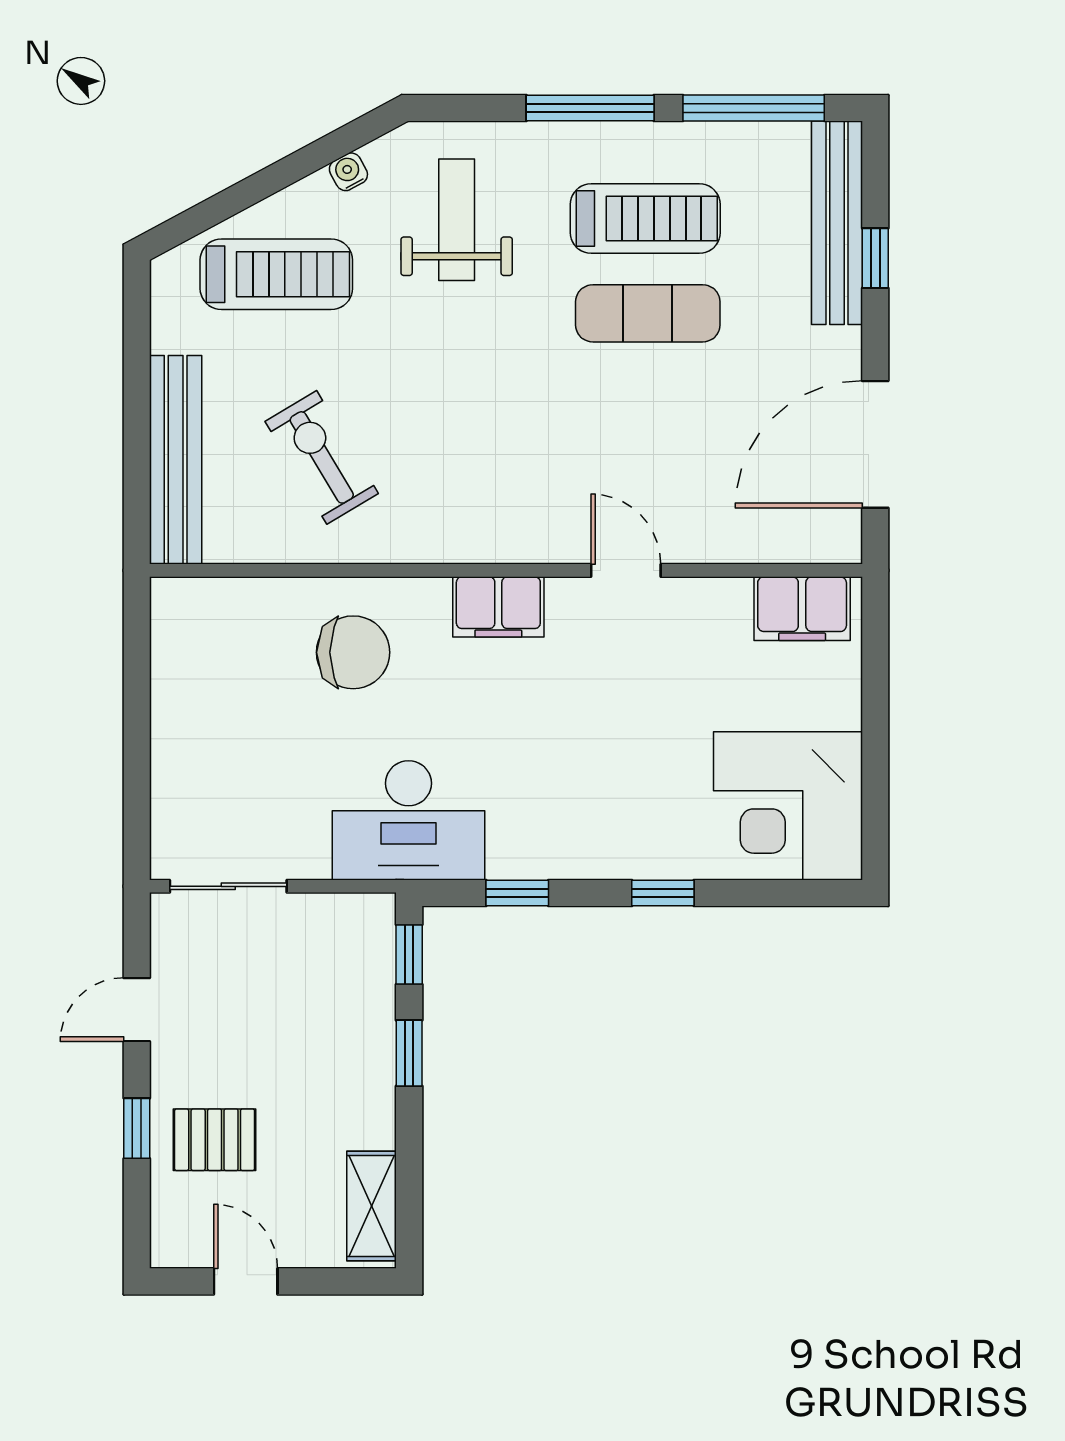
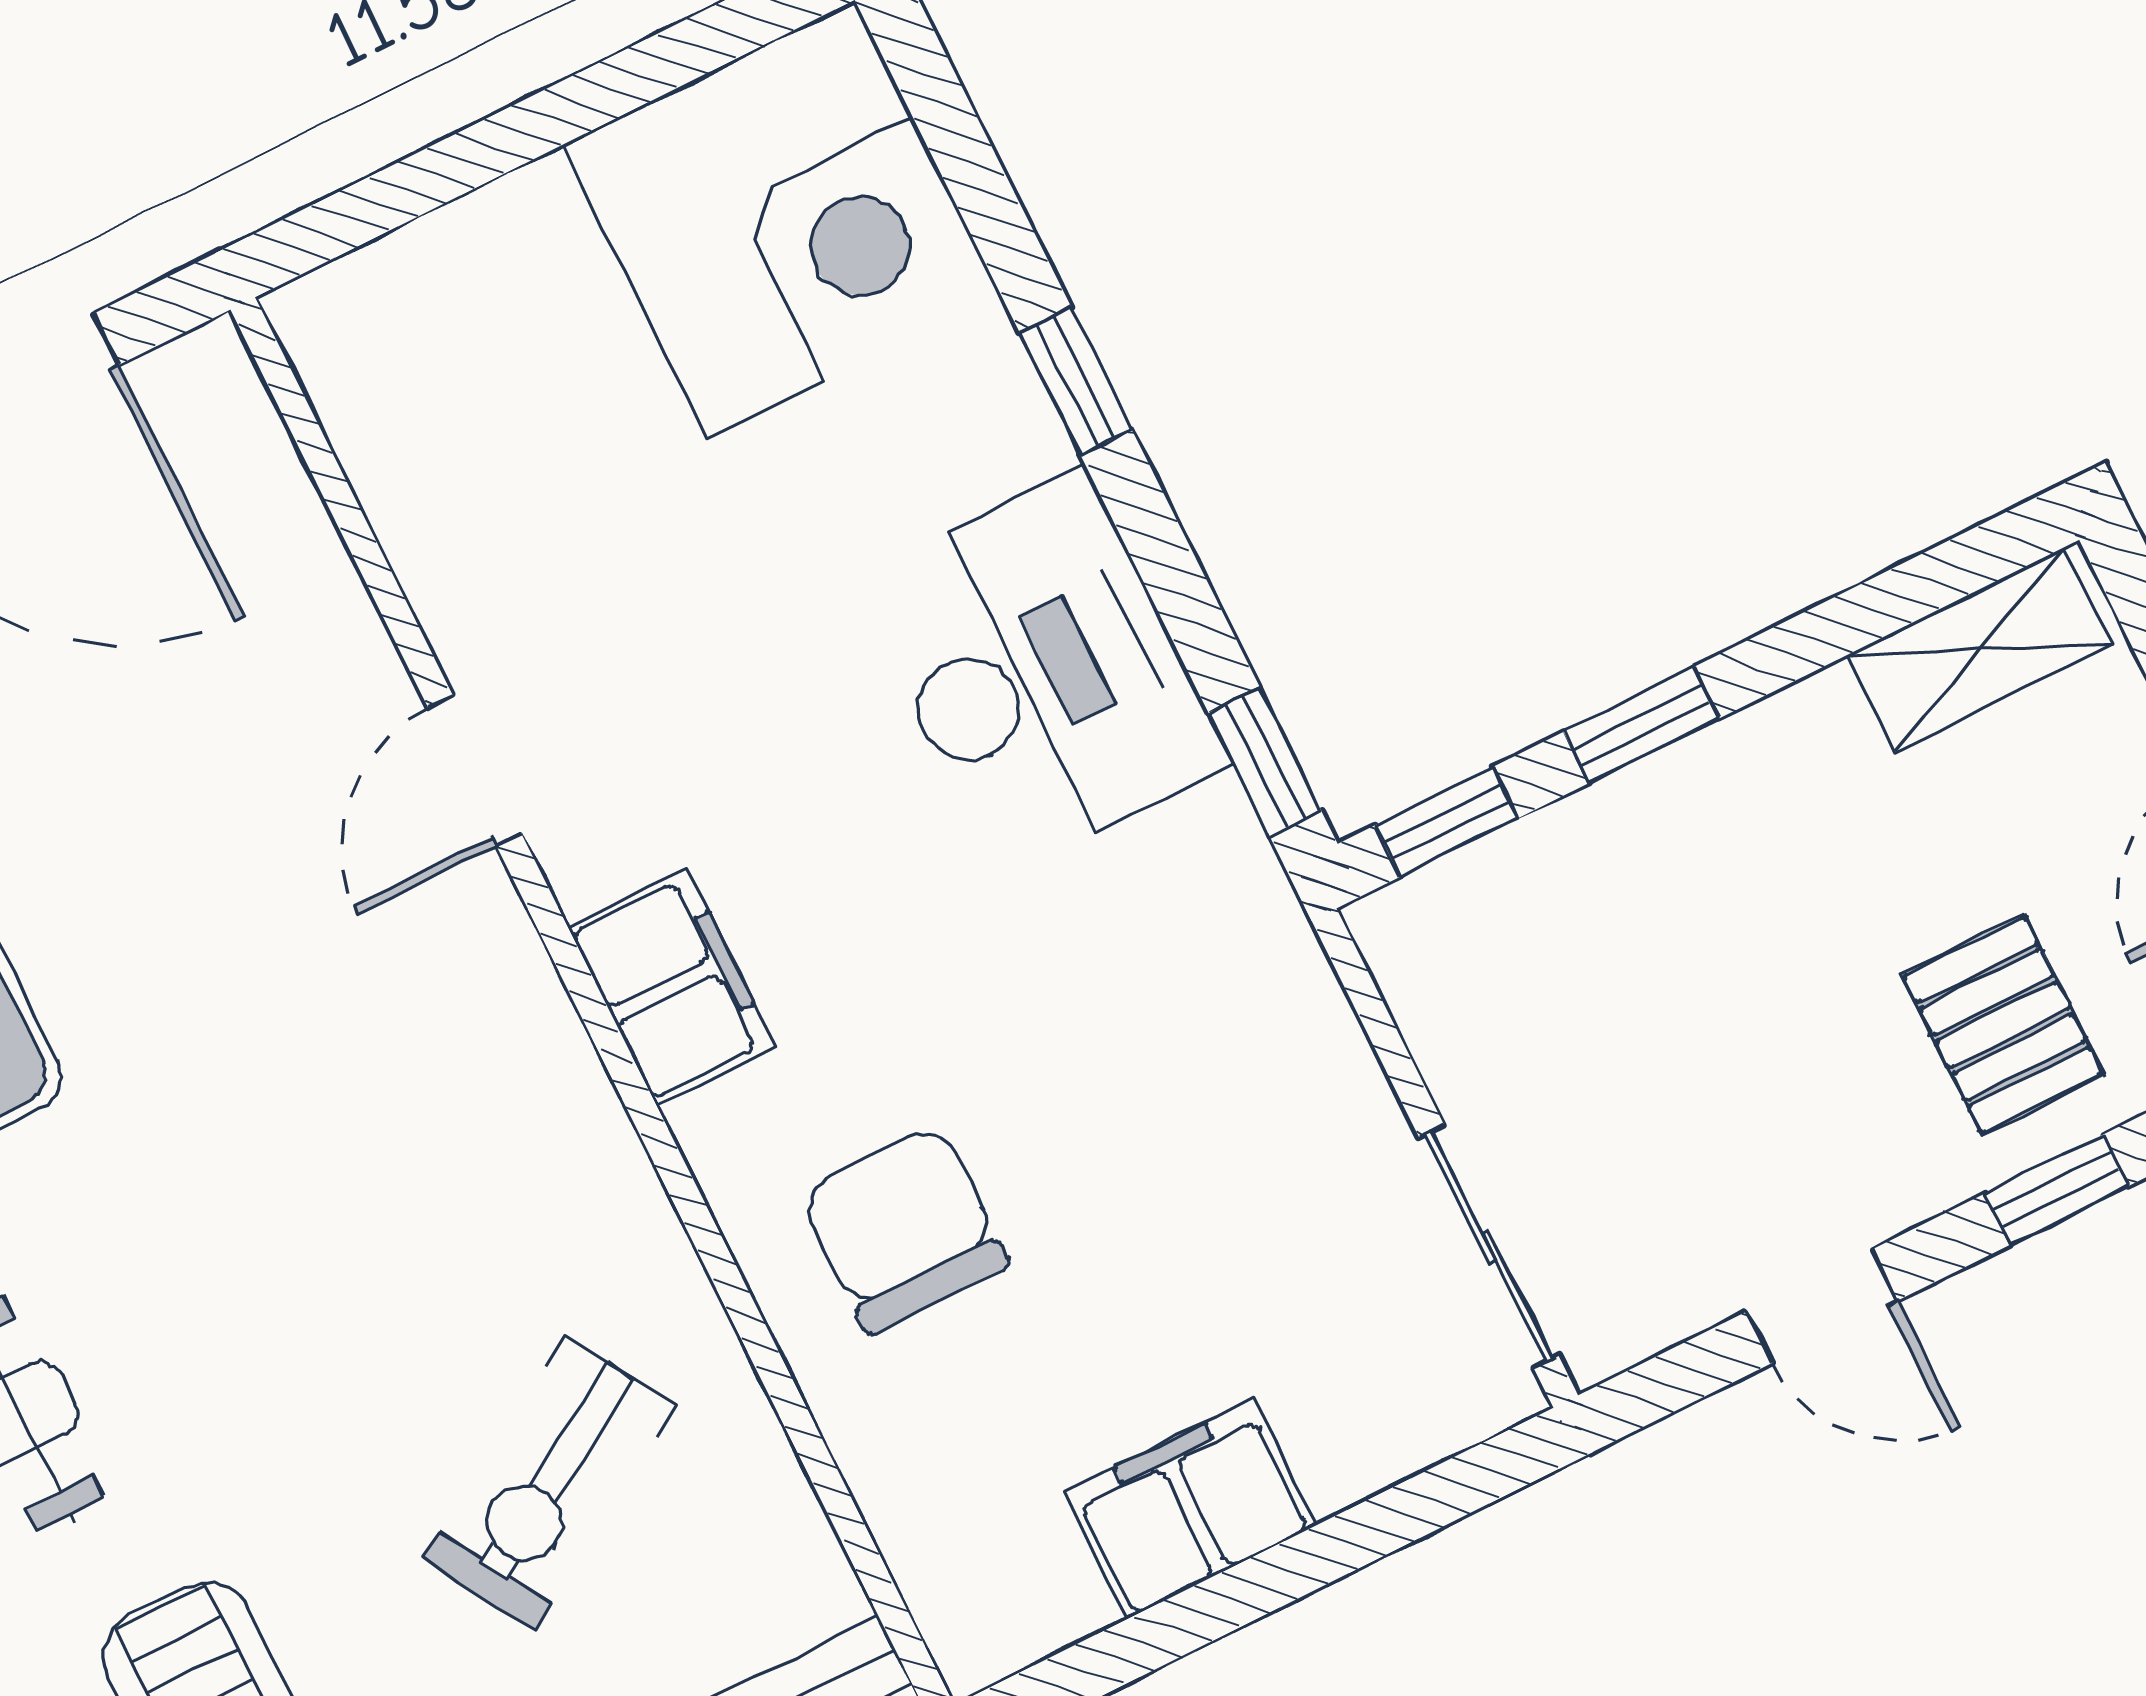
filing cabinet: (802, 609) -> (1190, 1509), moved, turned -90
desk: (409, 820) -> (1042, 673), moved
window: (517, 893) -> (1265, 762), moved

